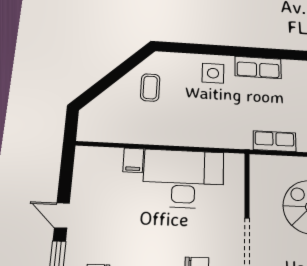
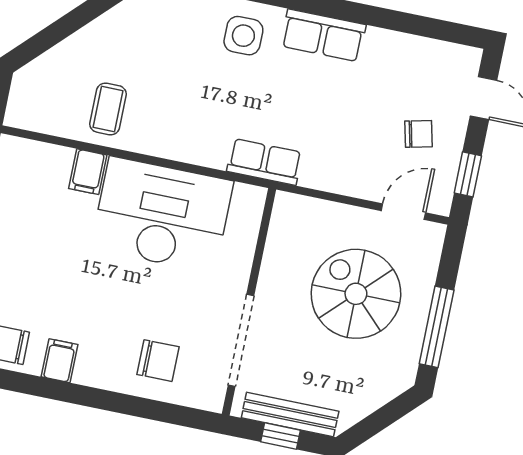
coffee table: (150, 87) -> (108, 109), moved
row of seats: (274, 141) -> (265, 162), moved

